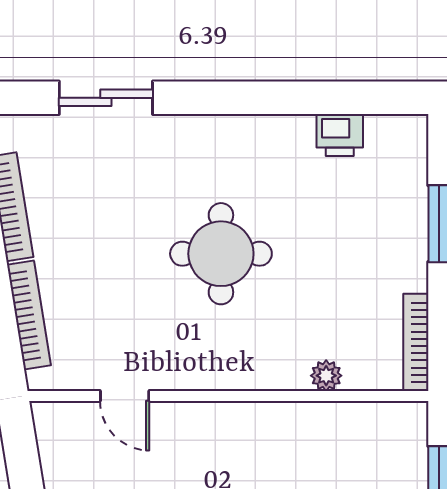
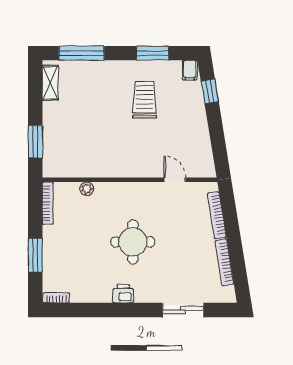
bookcase: (396, 126) -> (56, 298), added
printer: (340, 135) -> (123, 294), moved

